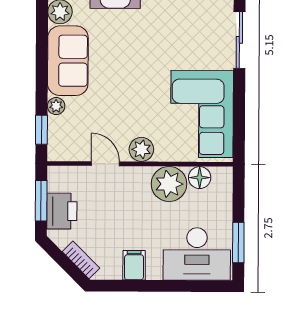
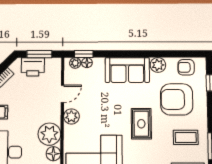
rug: (153, 40) -> (141, 124), added
plant: (56, 106) -> (75, 63), moved
floor lamp: (56, 125) -> (87, 63), added

